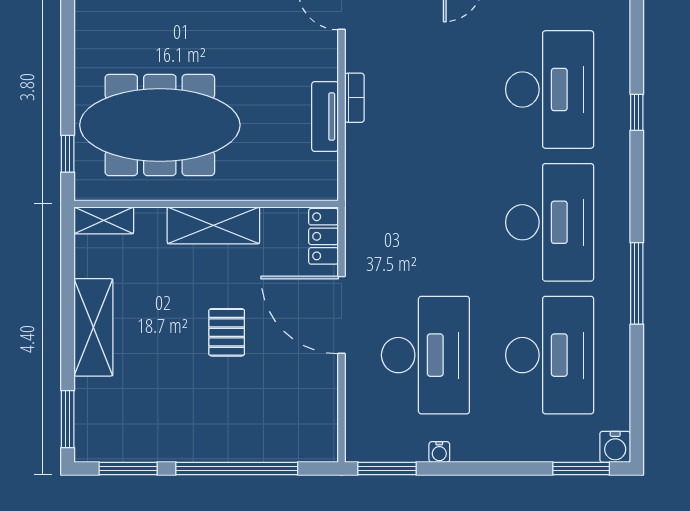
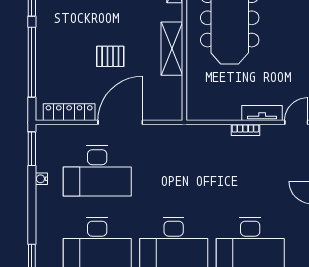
tv unit: (325, 117) -> (262, 113), moved
locker: (323, 236) -> (69, 112), moved, width x1.53

